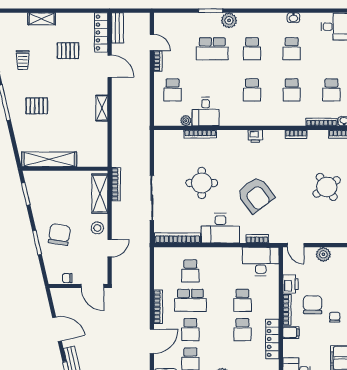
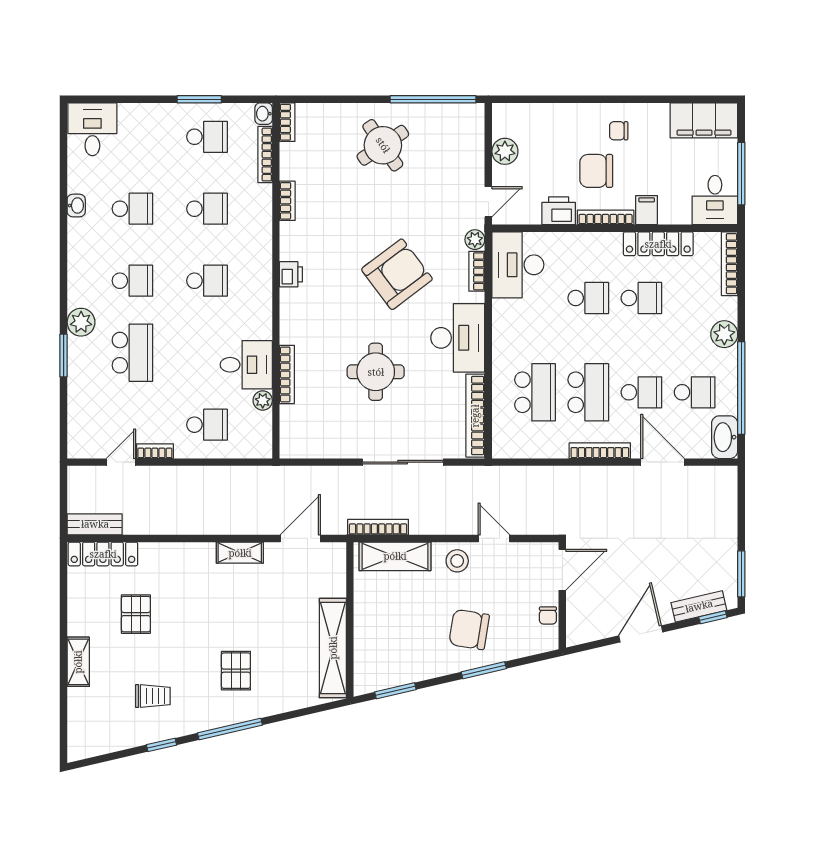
door: (110, 66) -> (300, 538), moved
plant: (275, 238) -> (475, 240), added
school desk: (190, 271) -> (535, 392), width x1.85

